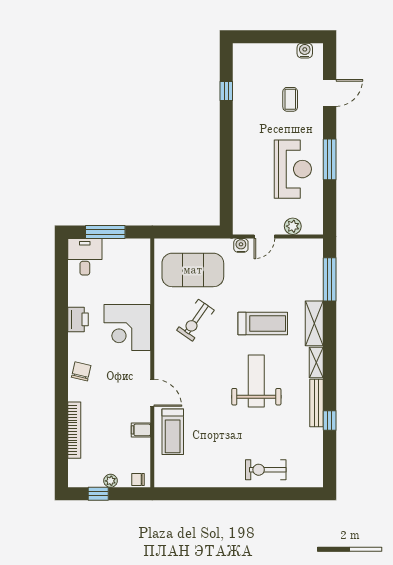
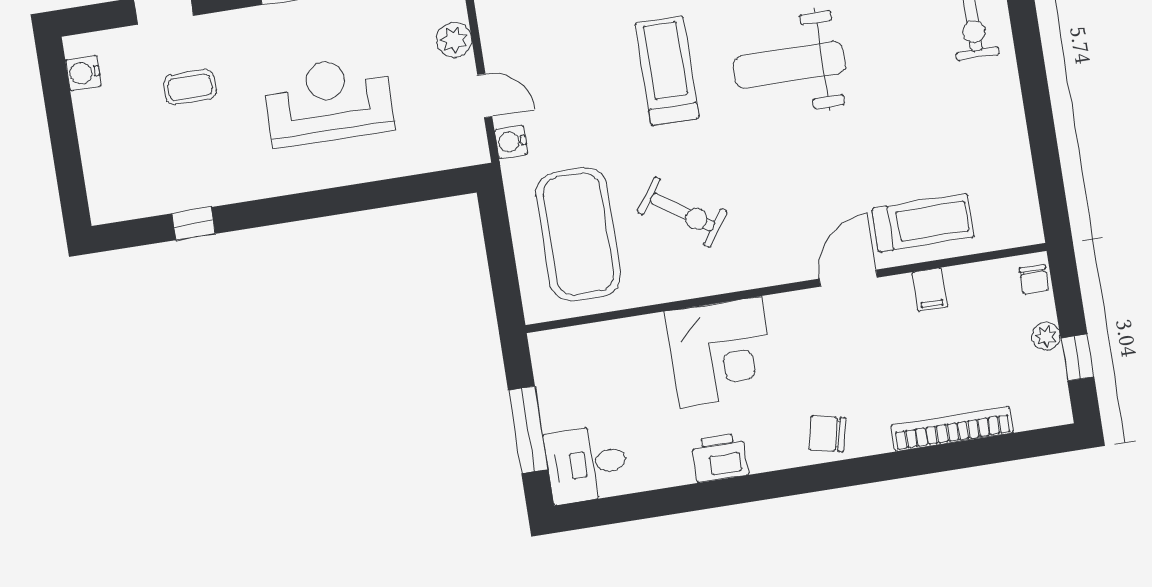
reception desk: (293, 169) -> (328, 101), moved

